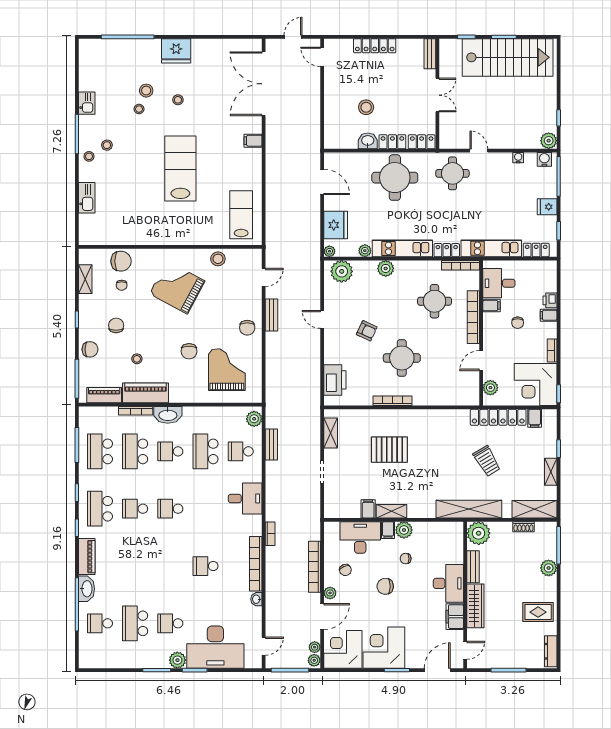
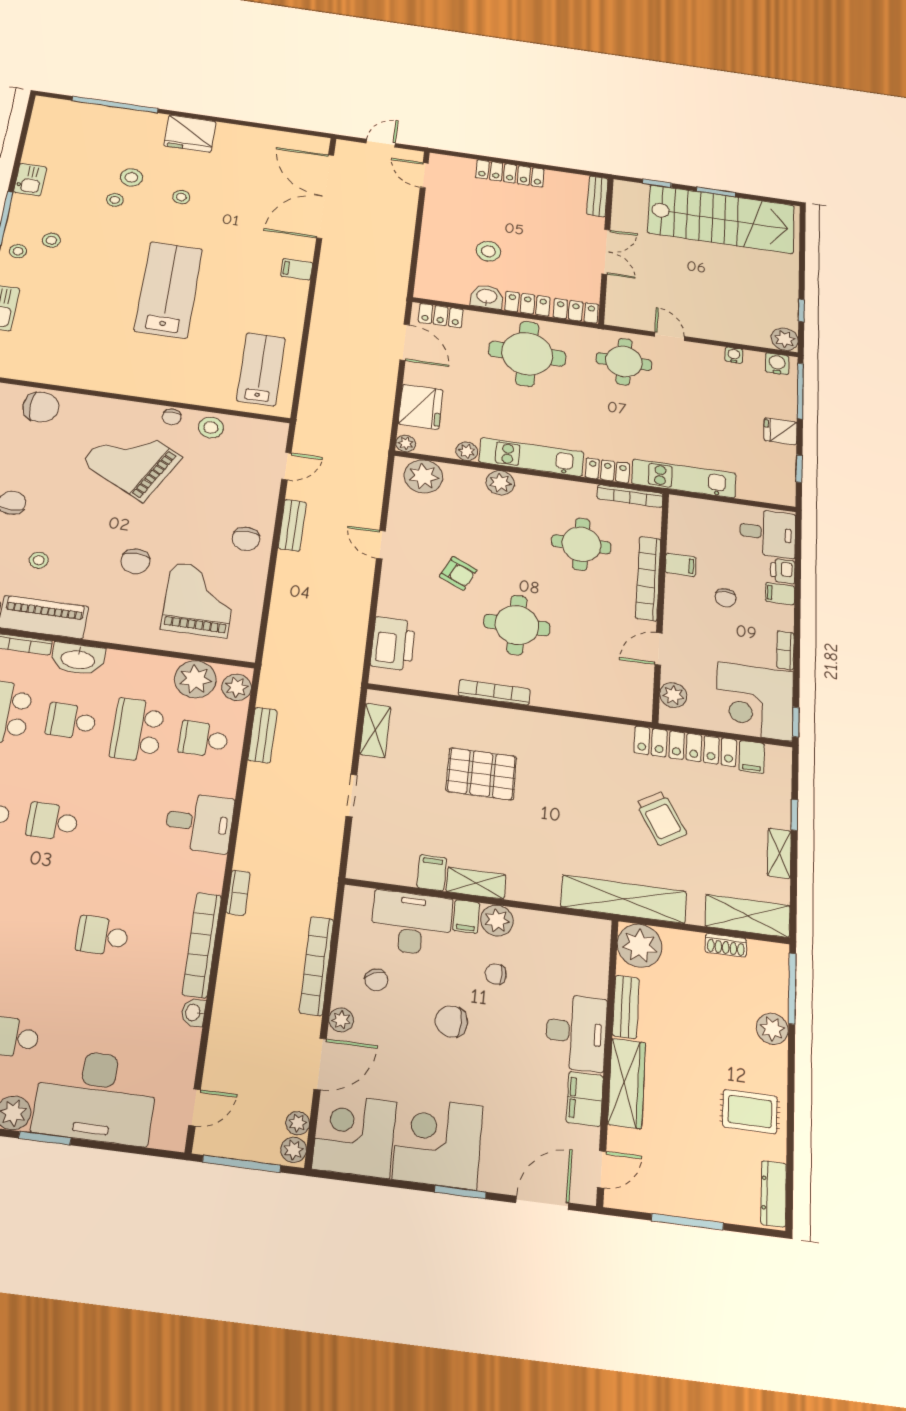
locker: (536, 250) -> (441, 316), moved, turned 180
desk: (499, 283) -> (768, 533), moved, turned 180
chair: (122, 285) -> (172, 417), moved
plant: (232, 417) -> (195, 679), added

